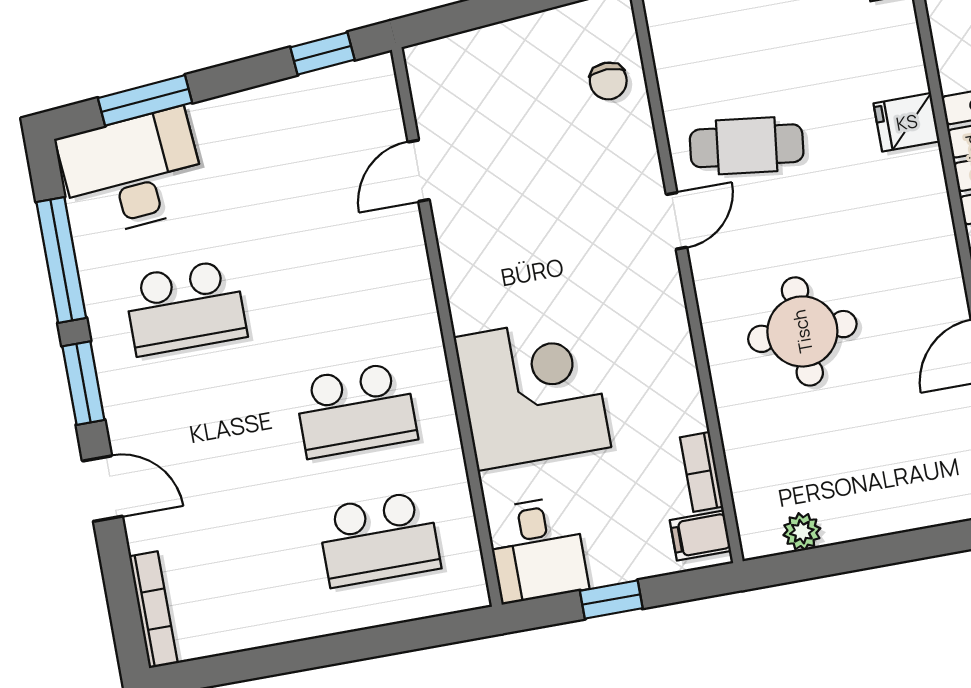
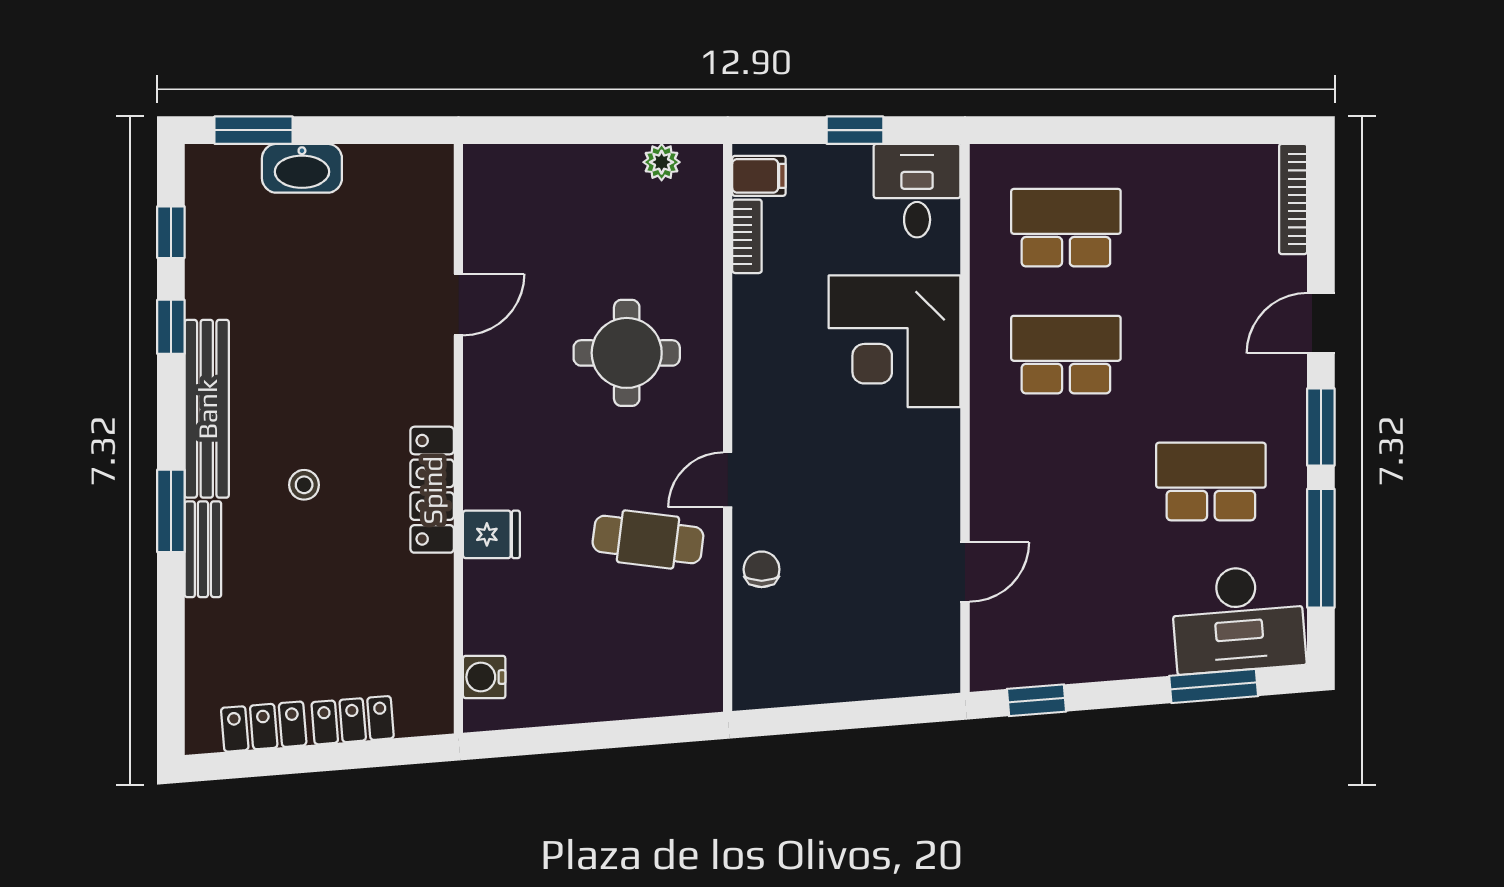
chair: (608, 81) -> (762, 569), moved
door: (102, 489) -> (1321, 323), hinge flipped

